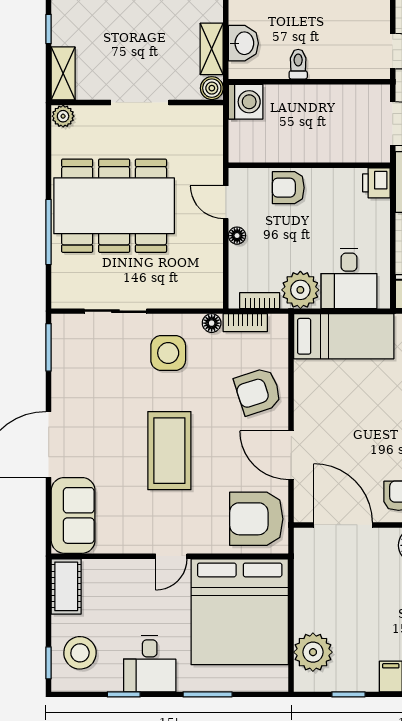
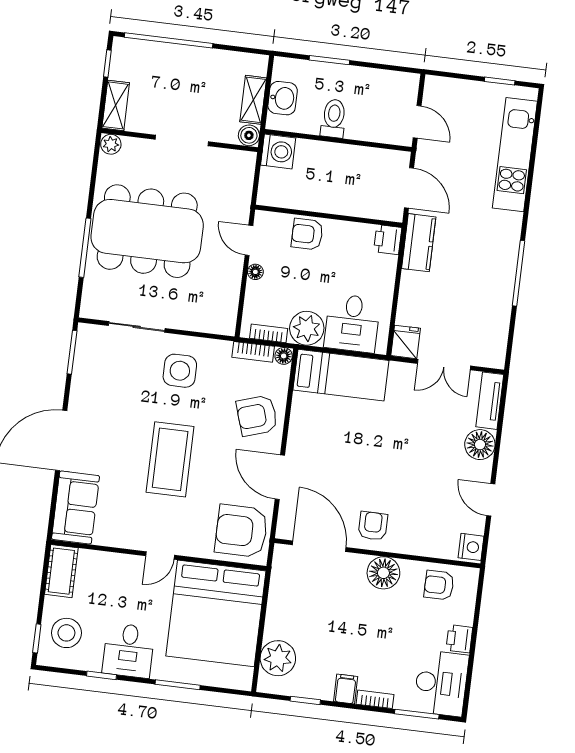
toilet: (298, 64) -> (334, 118), width x1.37, depth x1.39
floor lamp: (212, 323) -> (284, 356), moved

